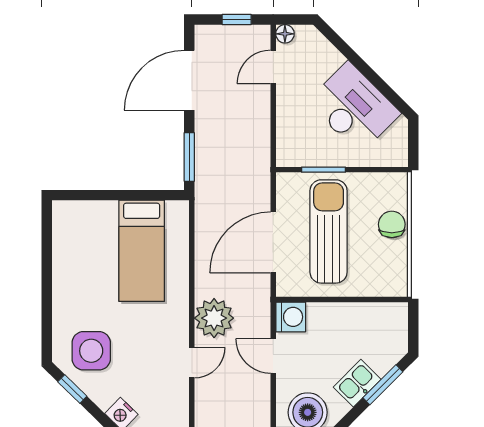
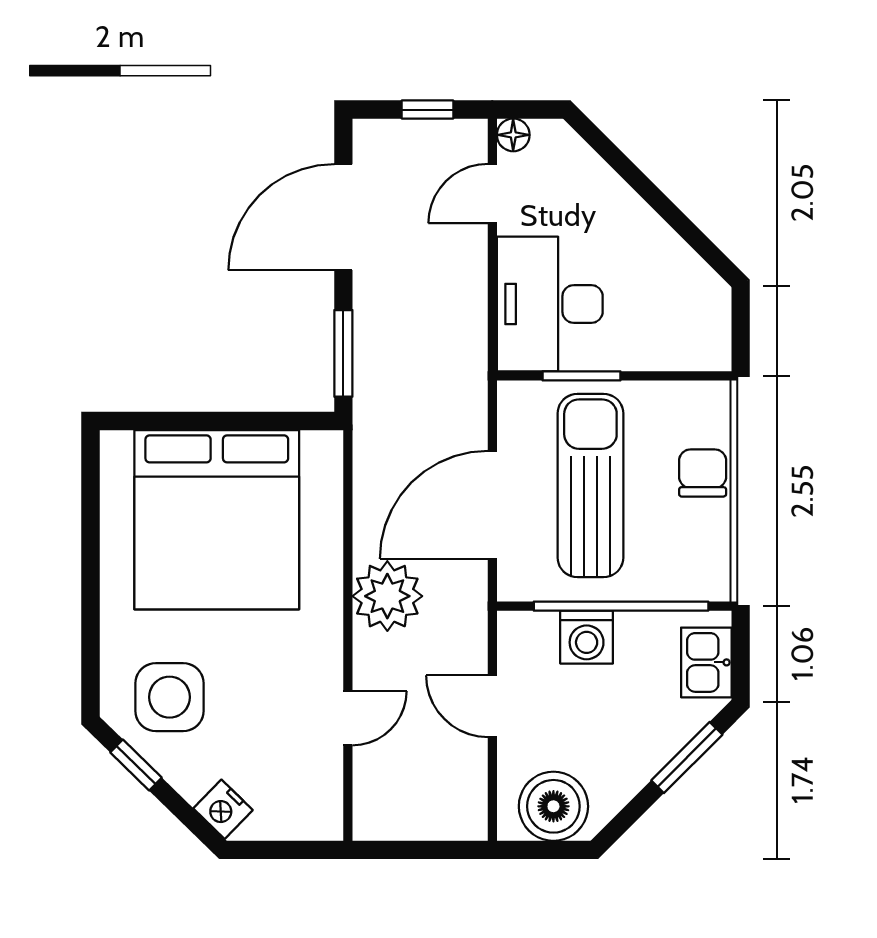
desk: (354, 108) -> (550, 304), moved, turned -135
bed: (142, 251) -> (217, 520), width x2.04
window: (346, 299) -> (621, 606), added
washing machine: (291, 317) -> (587, 637), moved, turned 90
plant: (214, 318) -> (387, 596), moved
kitchen sink: (357, 383) -> (706, 662), moved, turned -45

